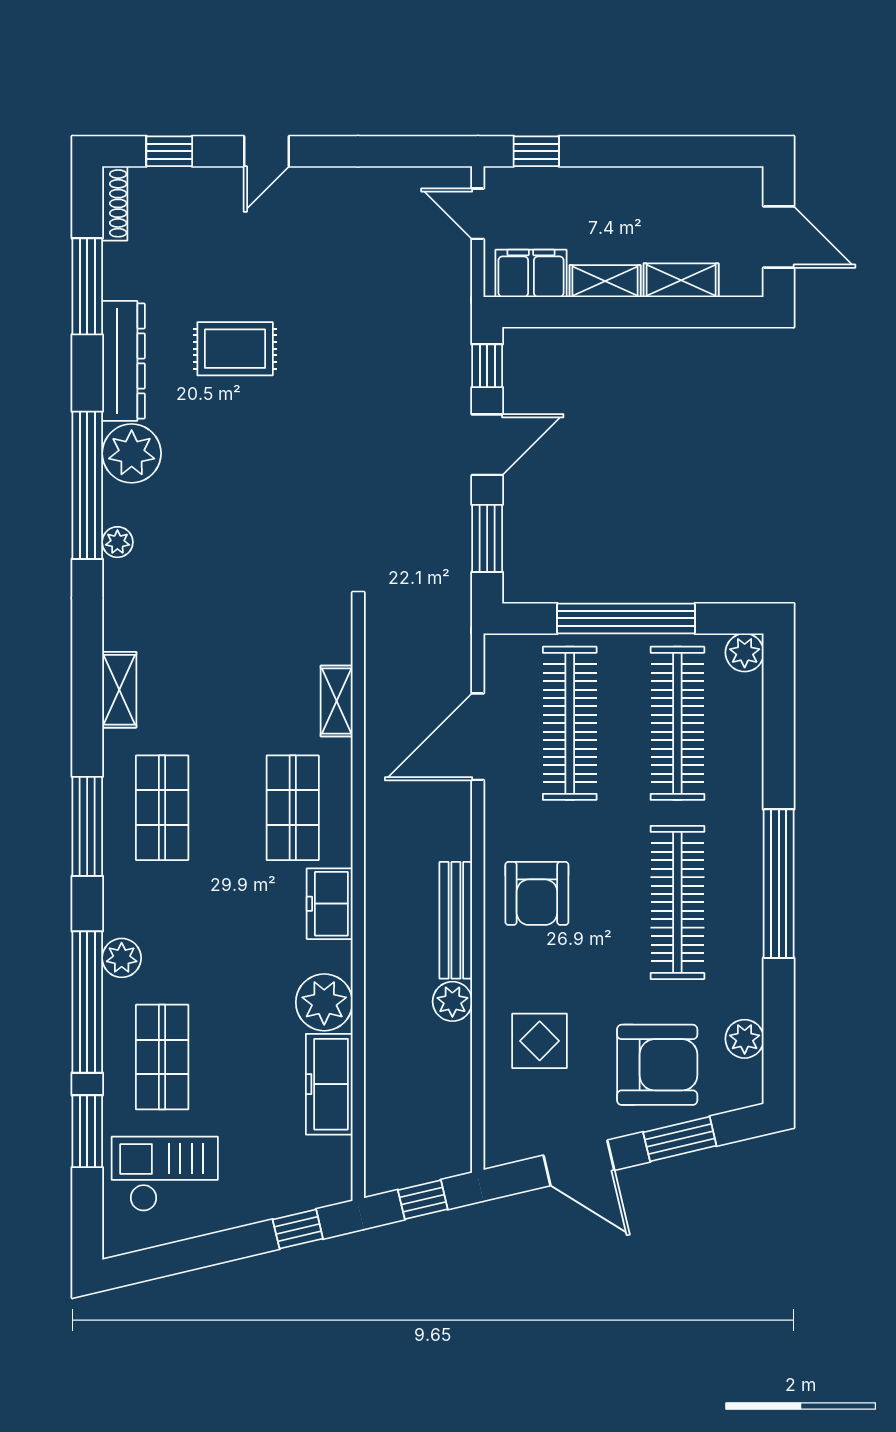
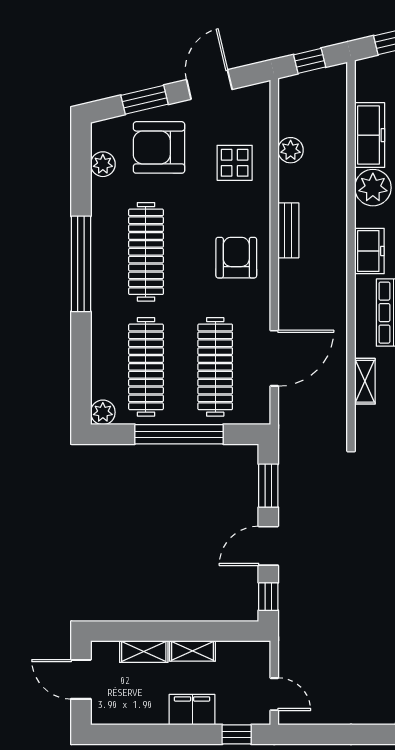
filing cabinet: (531, 273) -> (192, 710), moved, turned 180
bench: (456, 920) -> (288, 230), width x0.73
plant: (452, 1001) -> (291, 150), moved
door: (579, 1163) -> (209, 84), hinge flipped

